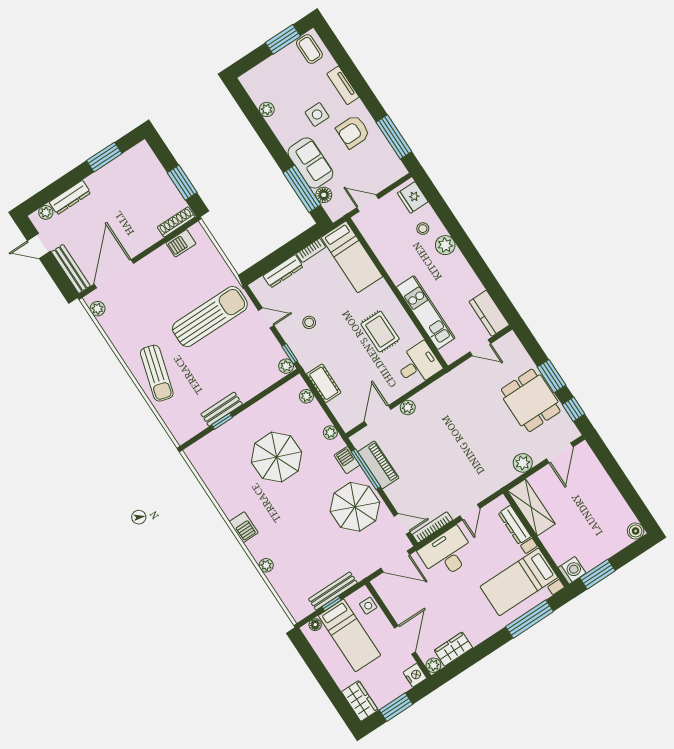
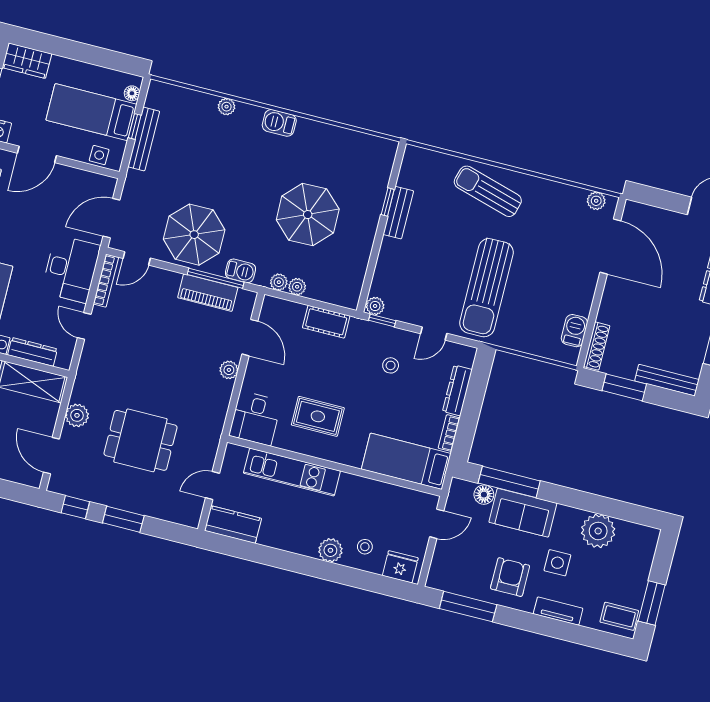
plant: (267, 109) -> (598, 531), width x1.87, depth x1.87
bench: (71, 269) -> (667, 380), moved
plant: (306, 396) -> (297, 287), moved
dining table: (531, 400) -> (140, 440), moved
door: (405, 640) -> (37, 154), hinge flipped

